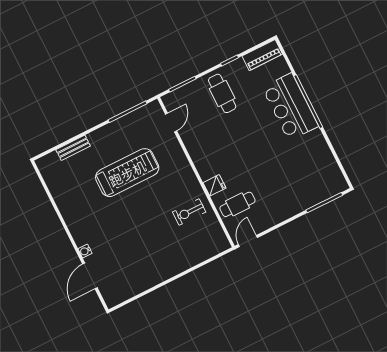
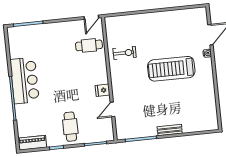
bar counter: (290, 107) -> (25, 81), moved
door: (171, 122) -> (112, 109), moved
bench: (73, 148) -> (170, 130), moved
treadmill: (127, 173) -> (171, 69), moved
fridge: (215, 185) -> (103, 90), moved

